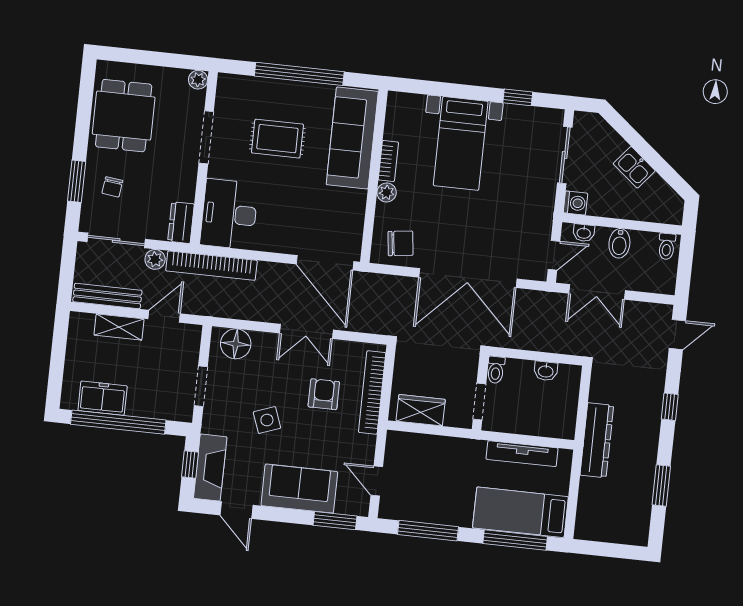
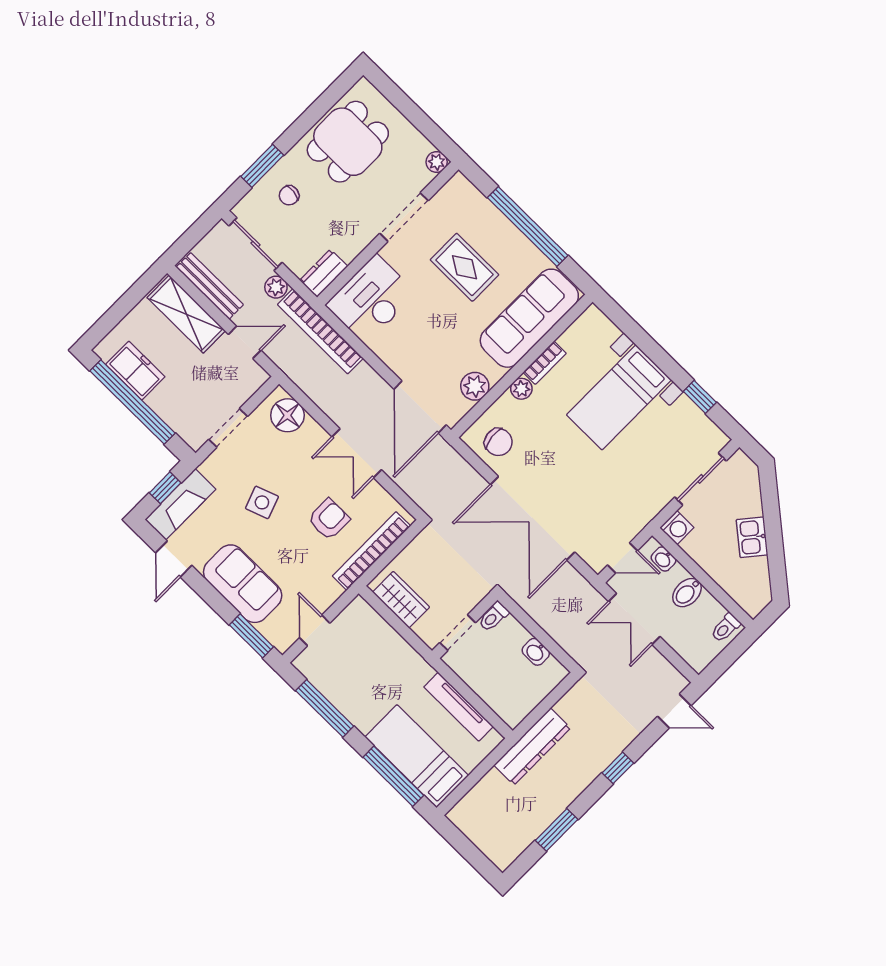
plant: (352, 217) -> (475, 386), added
shelving: (119, 327) -> (186, 314), width x1.50, depth x1.33

